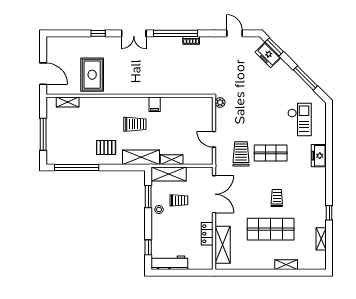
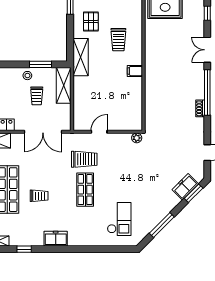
checkout: (299, 120) -> (119, 219), turned -90
trolley: (135, 124) -> (118, 40), moved
freezer: (319, 156) -> (56, 239), moved
shelving: (172, 160) -> (78, 88), removed

